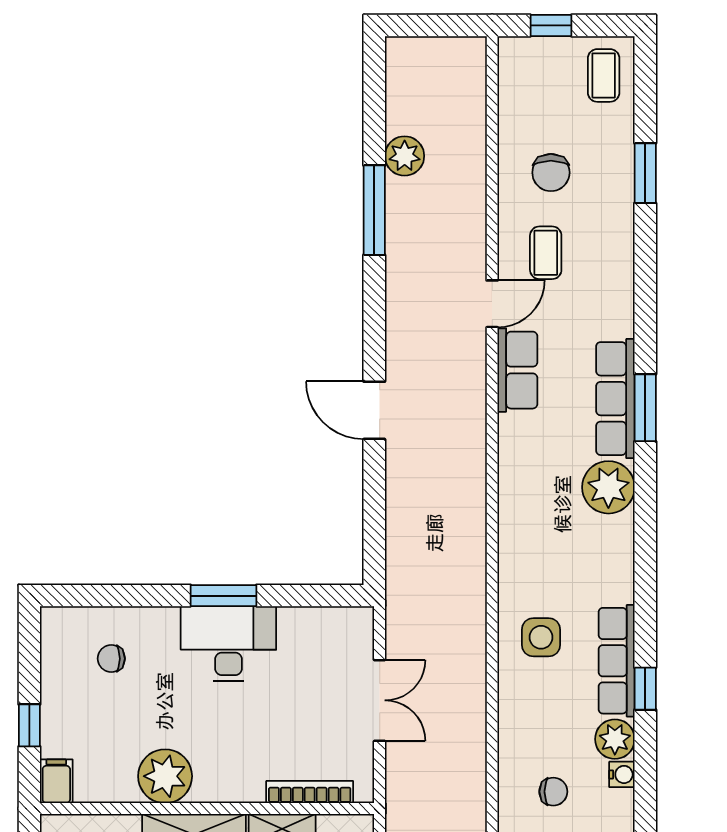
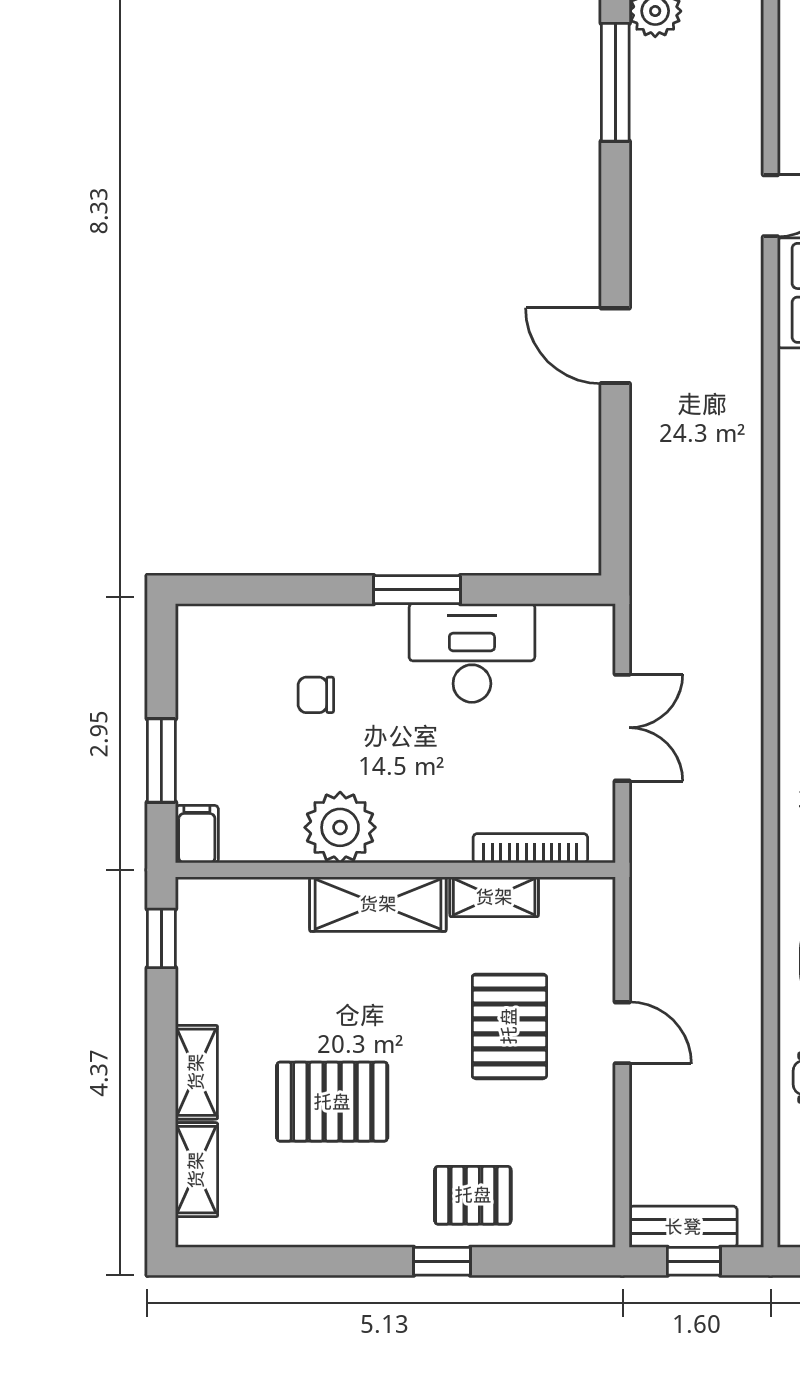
desk: (228, 644) -> (472, 653), moved
chair: (111, 659) -> (316, 695), moved
window: (29, 725) -> (161, 761), width x1.50

